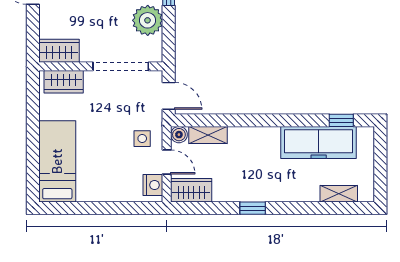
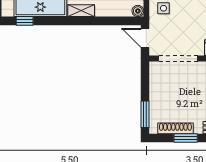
plant: (148, 20) -> (160, 91), removed
shelving: (208, 135) -> (81, 11), moved

